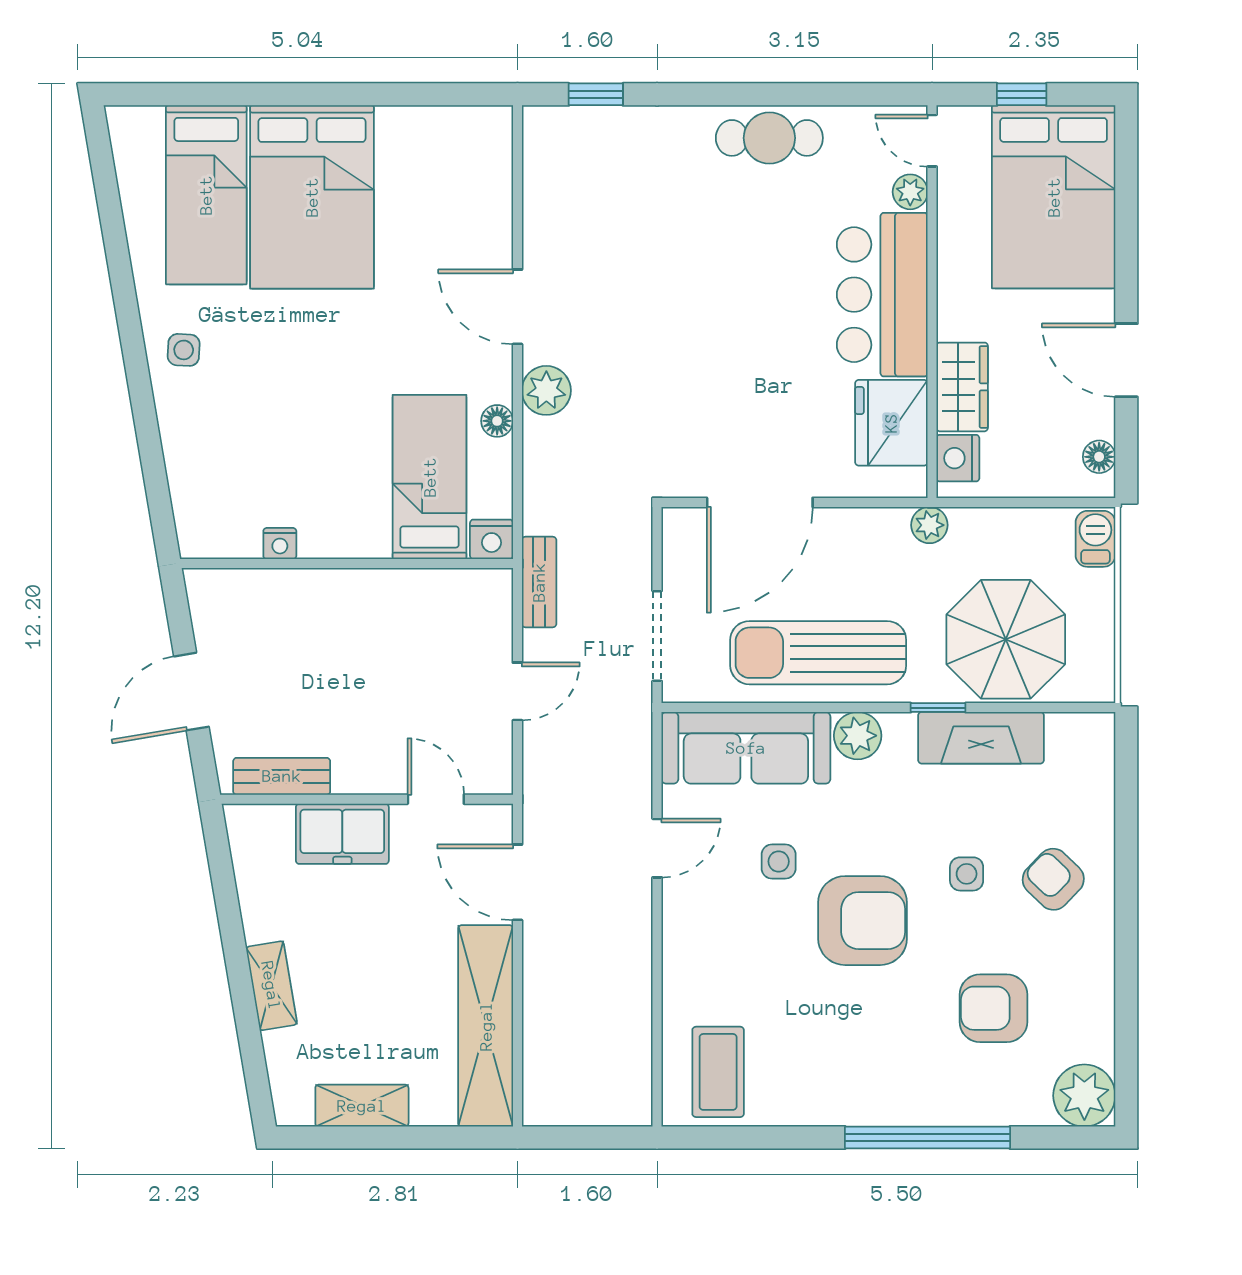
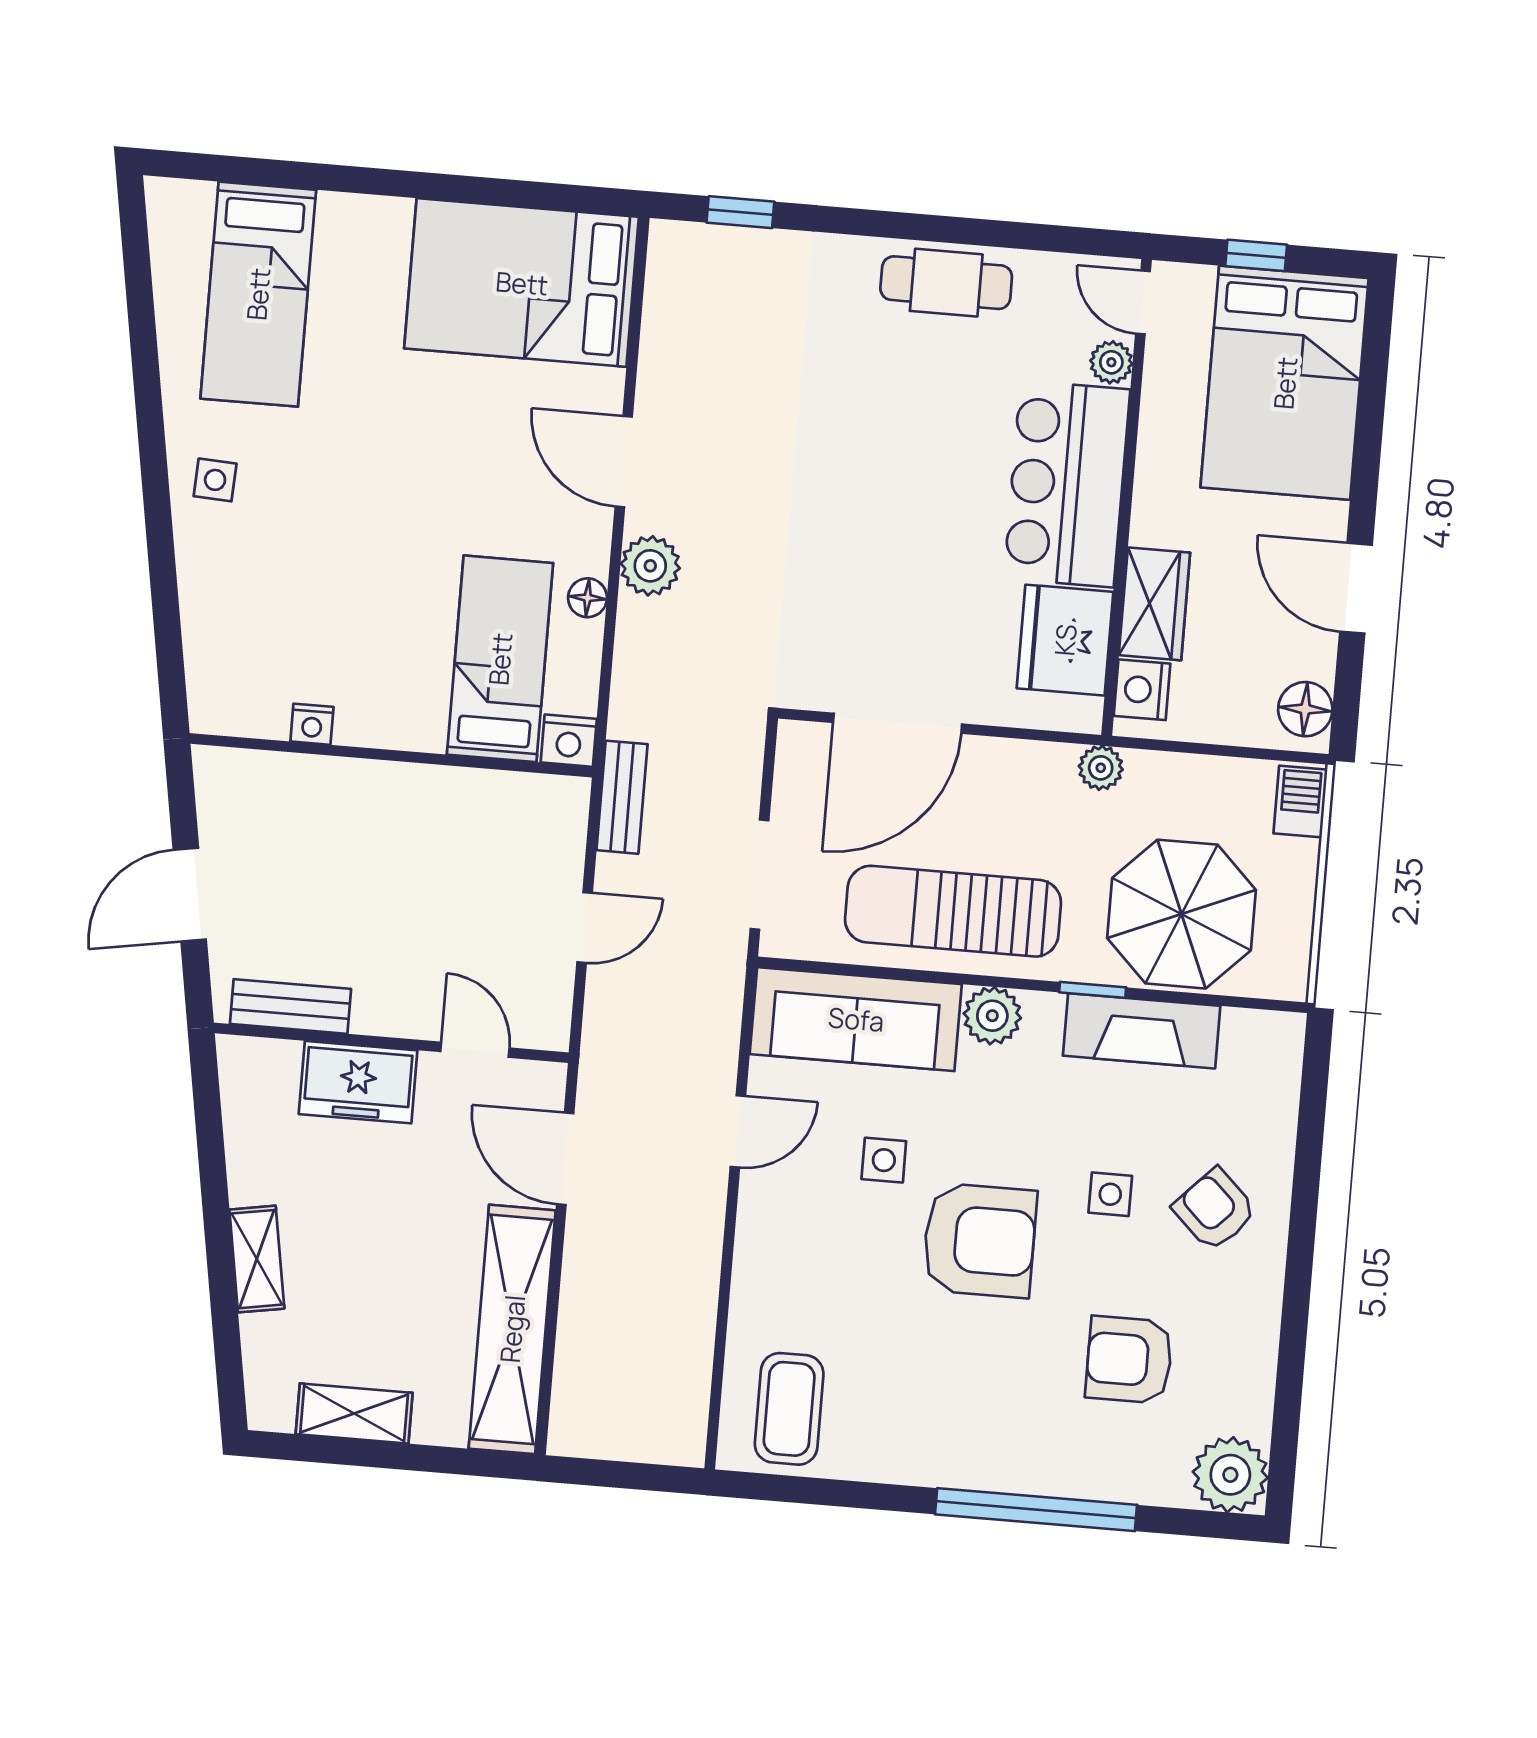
bed: (312, 197) -> (522, 283), moved, turned 90
floor lamp: (1099, 457) -> (1305, 709), width x1.37, depth x1.37

